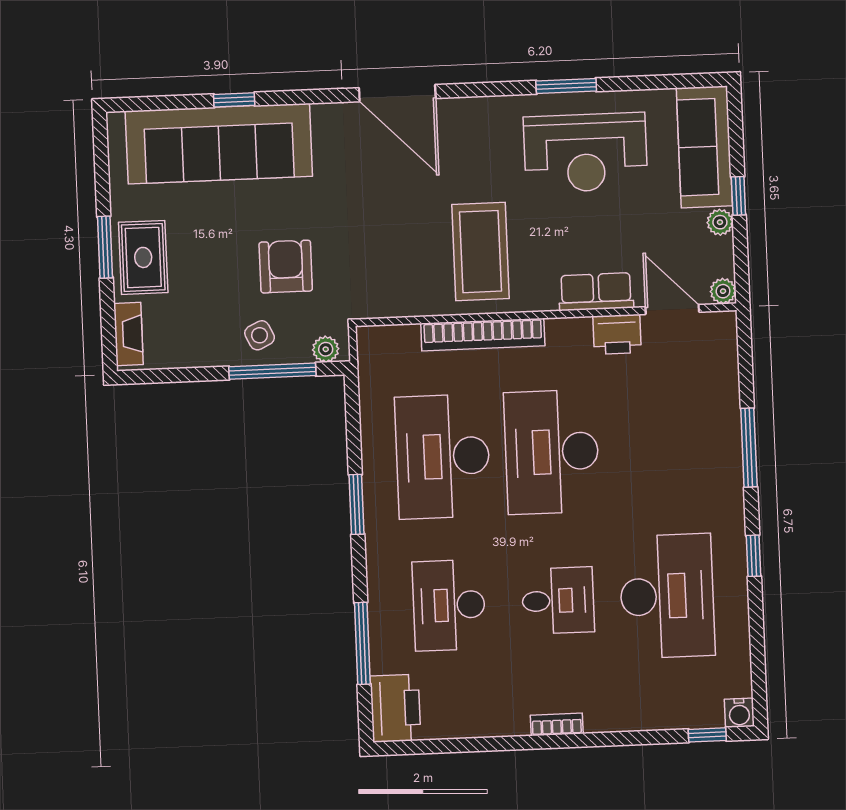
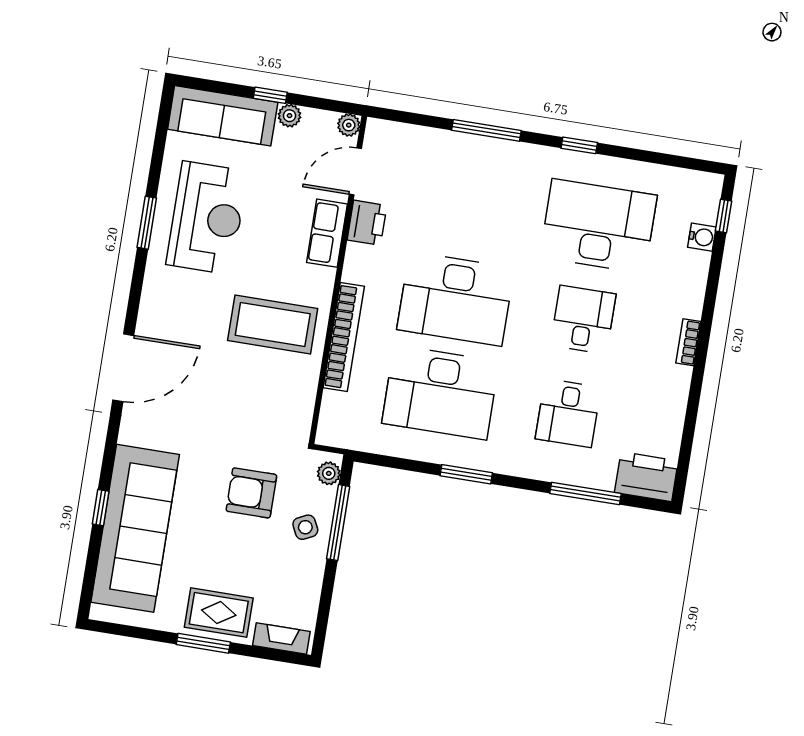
desk: (449, 605) -> (568, 413), width x0.73
water cooler: (739, 713) -> (702, 237), moved

